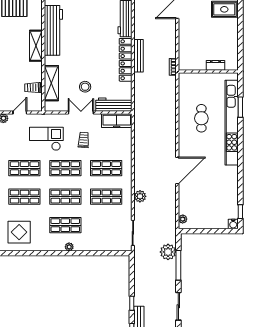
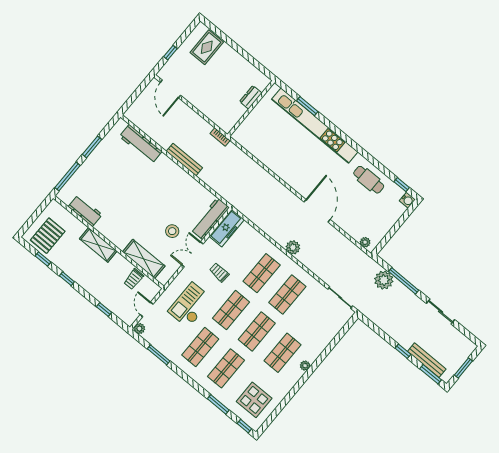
workbench: (53, 30) -> (85, 211), width x0.53, depth x0.76
locker: (126, 60) -> (178, 174), removed
cafe table: (201, 118) -> (369, 180), moved
plant: (140, 196) -> (293, 247), moved

